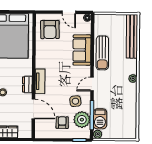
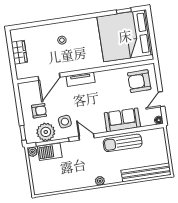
dresser: (27, 85) -> (75, 66), removed

